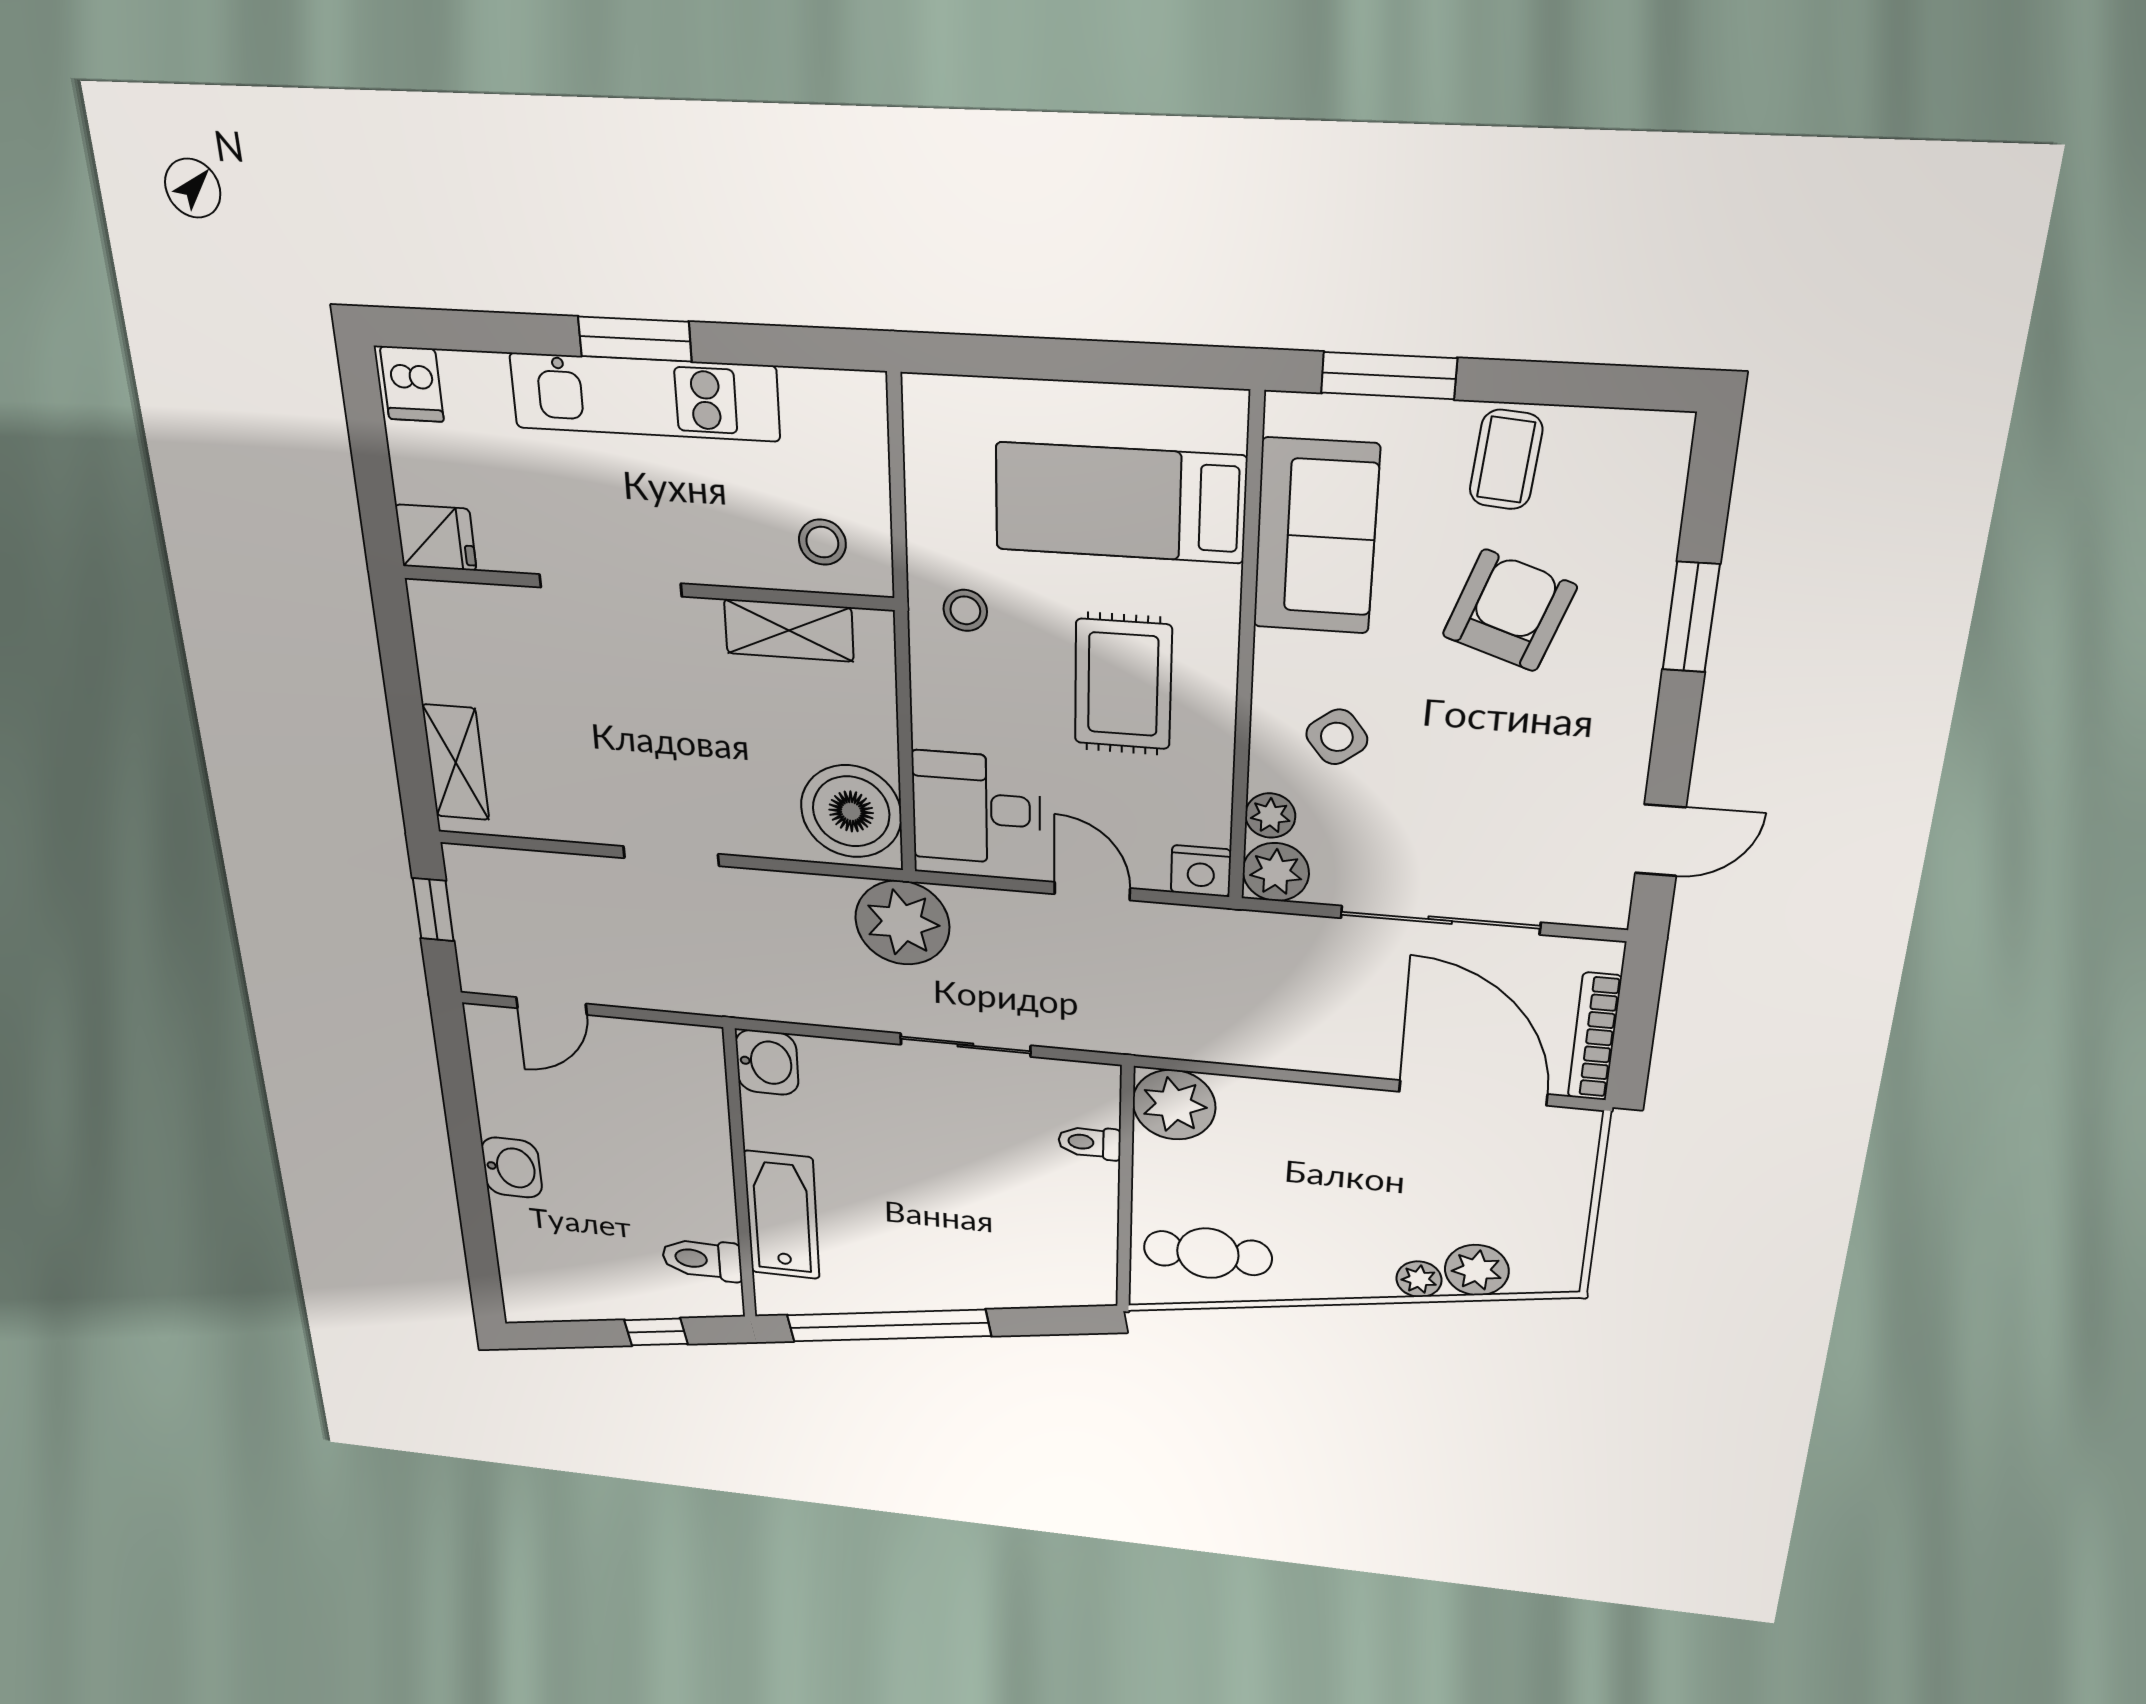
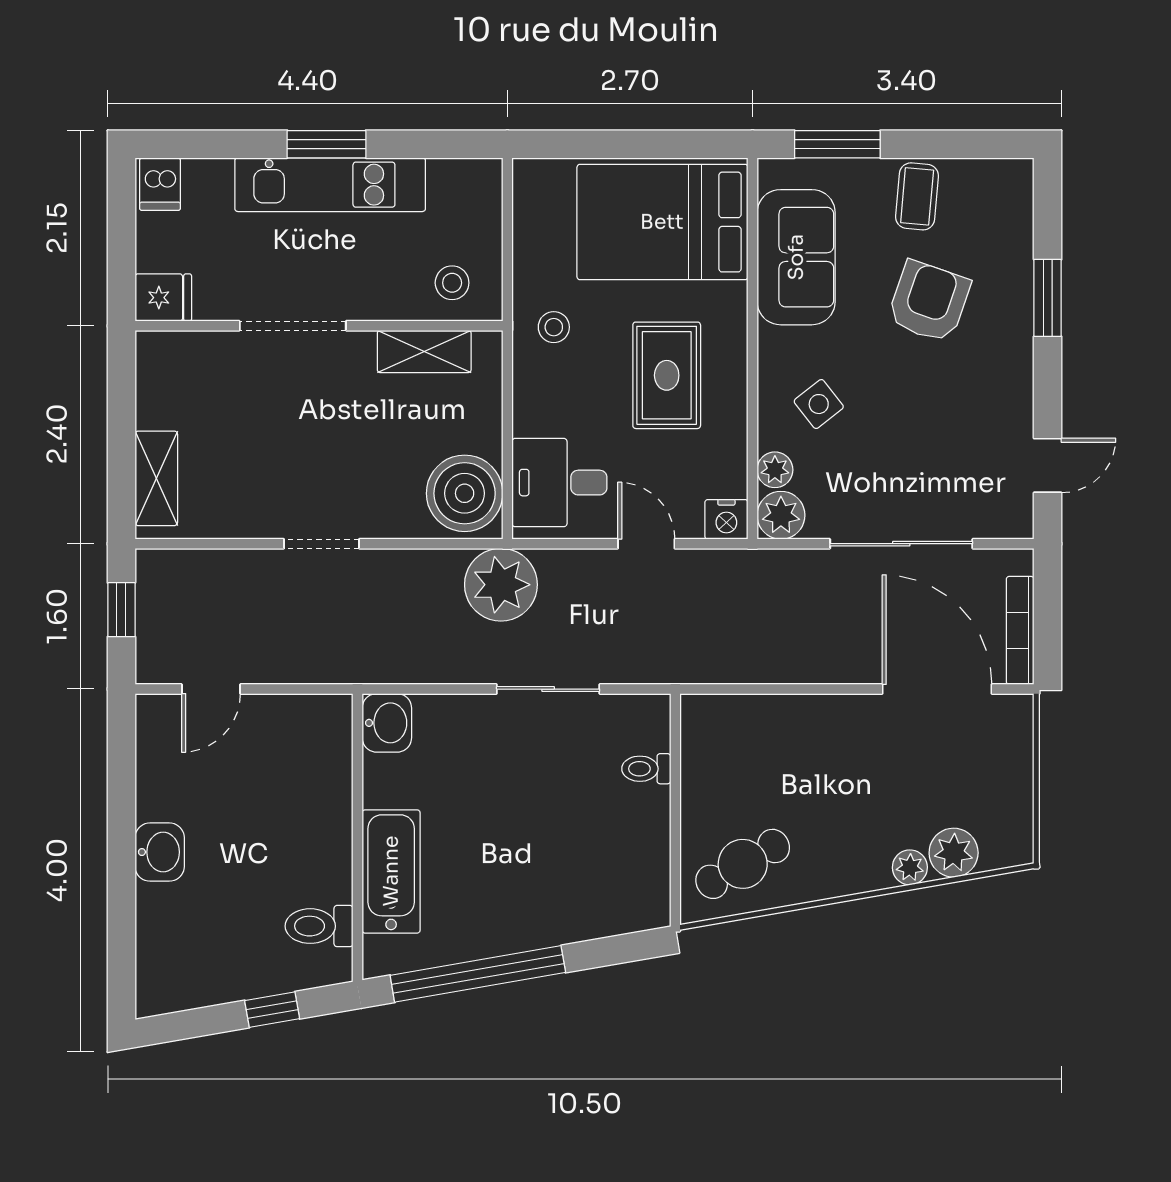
bed: (1120, 503) -> (662, 222), width x1.50
plant: (1174, 1105) -> (712, 726), removed
cafe table: (1208, 1253) -> (743, 864), turned -30

